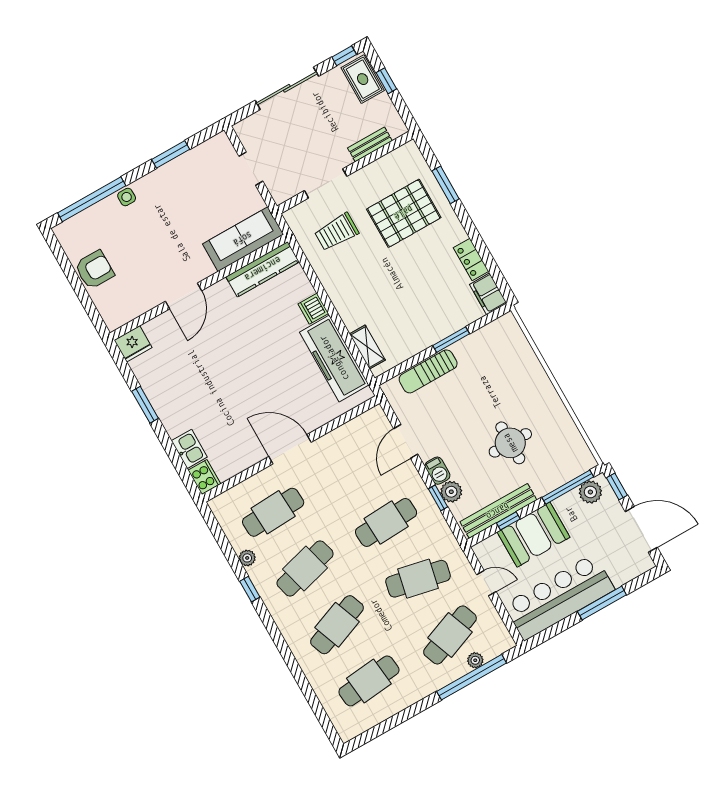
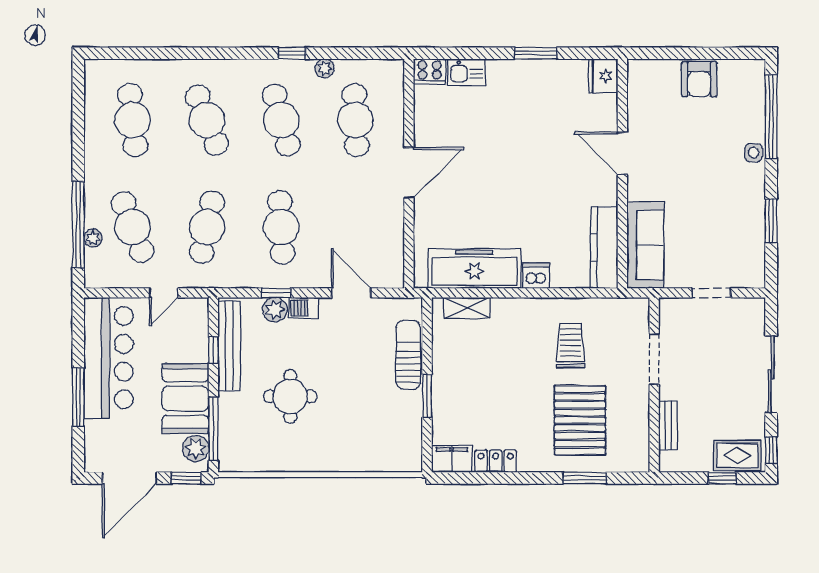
trolley: (337, 232) -> (570, 346), moved
booth: (533, 535) -> (185, 399), moved

